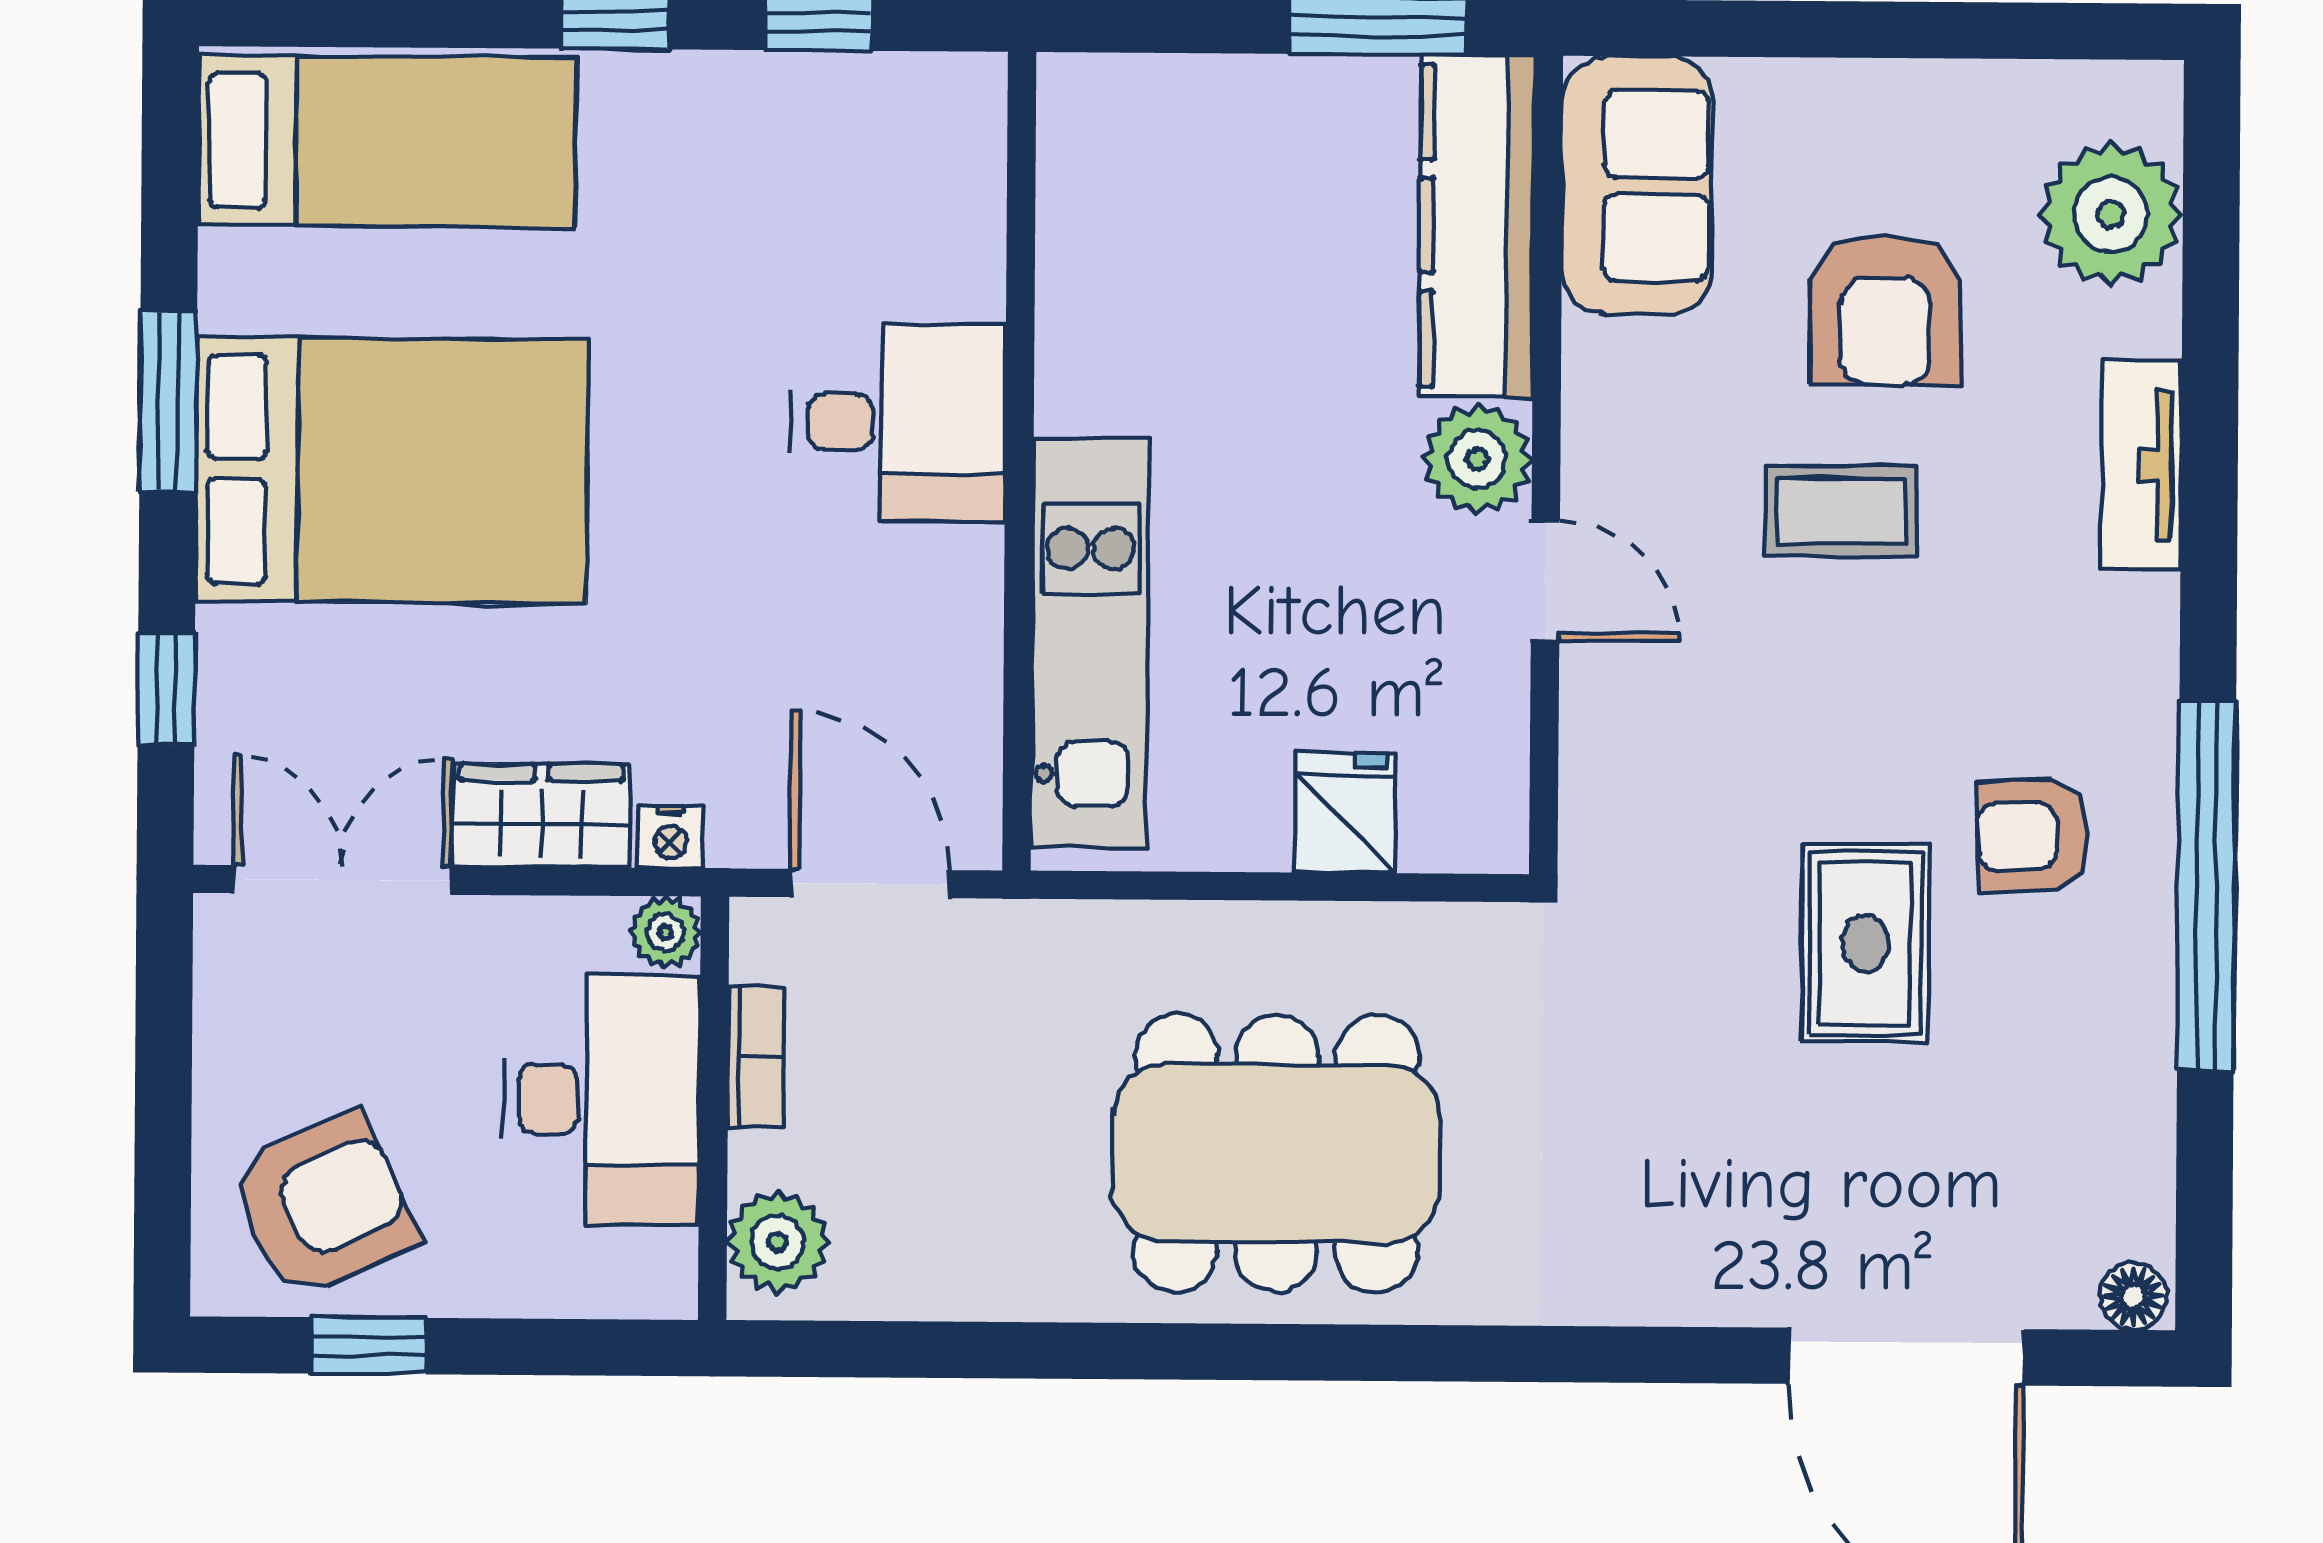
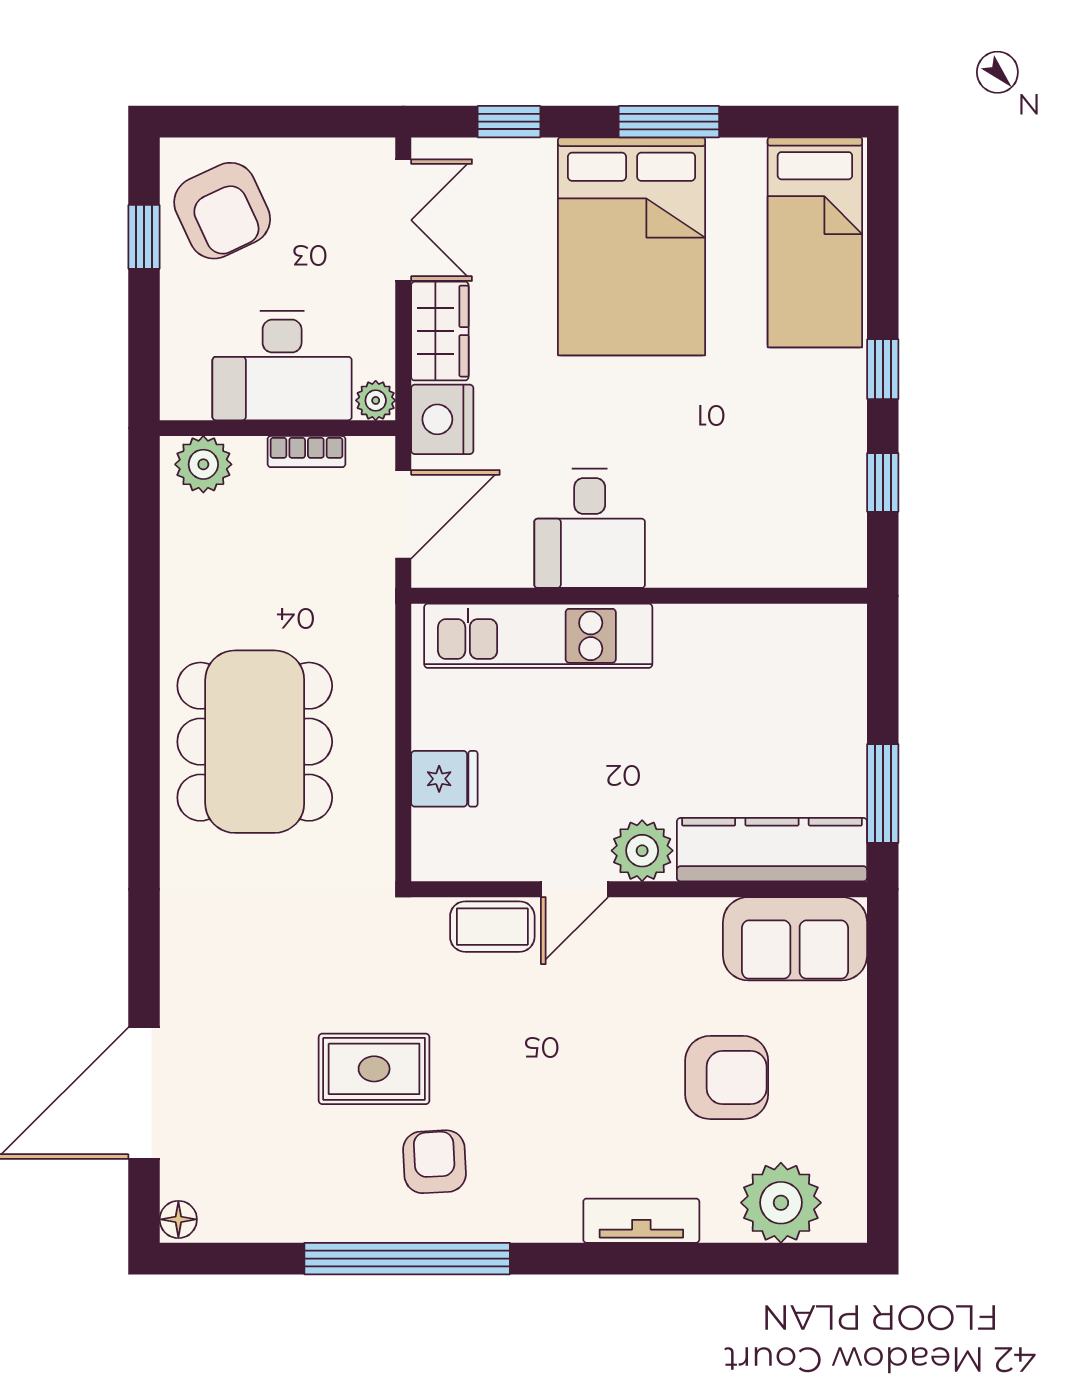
armchair: (1885, 310) -> (727, 1077), turned 180
desk: (898, 422) -> (590, 528), moved
coffee table: (1841, 511) -> (492, 927), moved, turned 90
nightstand: (670, 837) -> (442, 419), width x1.89, depth x1.79

